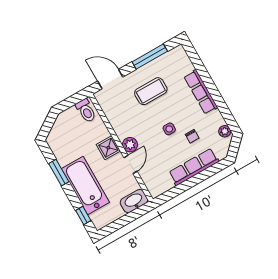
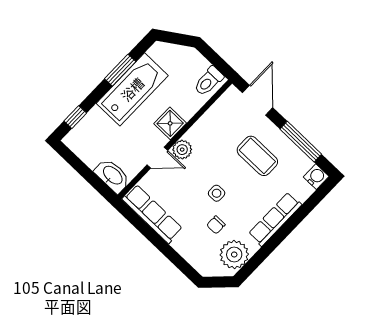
water cooler: (179, 53) -> (316, 177), added
plant: (225, 131) -> (234, 254), width x1.87, depth x1.87
row of seats: (194, 167) -> (152, 214), moved
bathtub: (85, 185) -> (132, 89), moved

